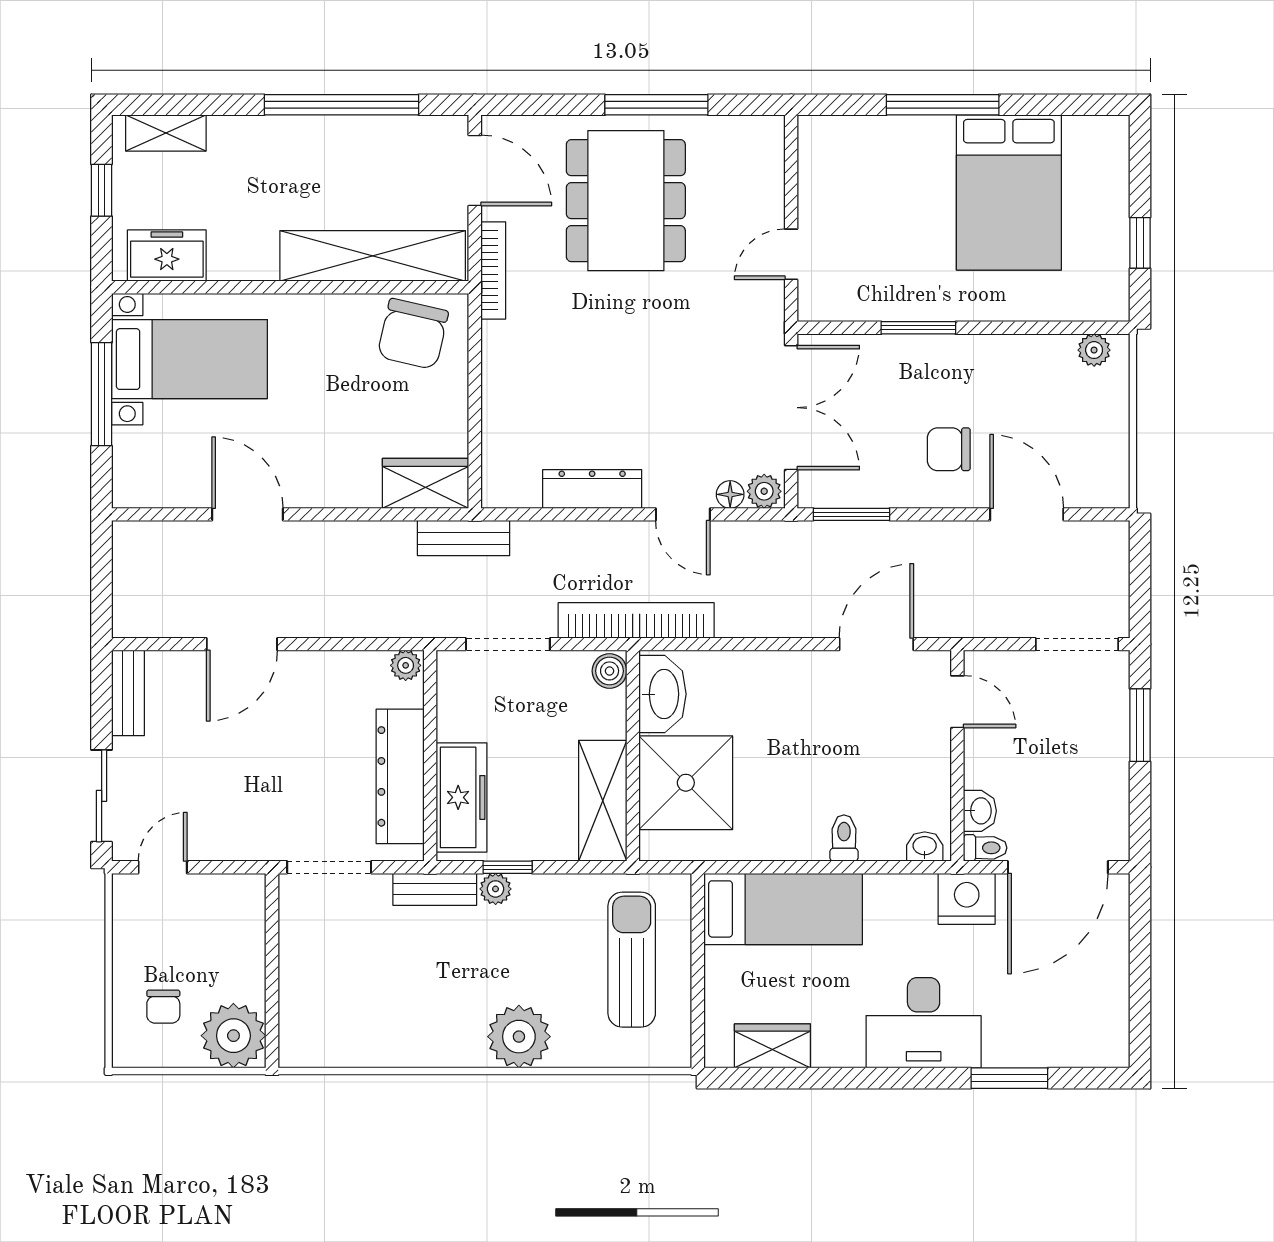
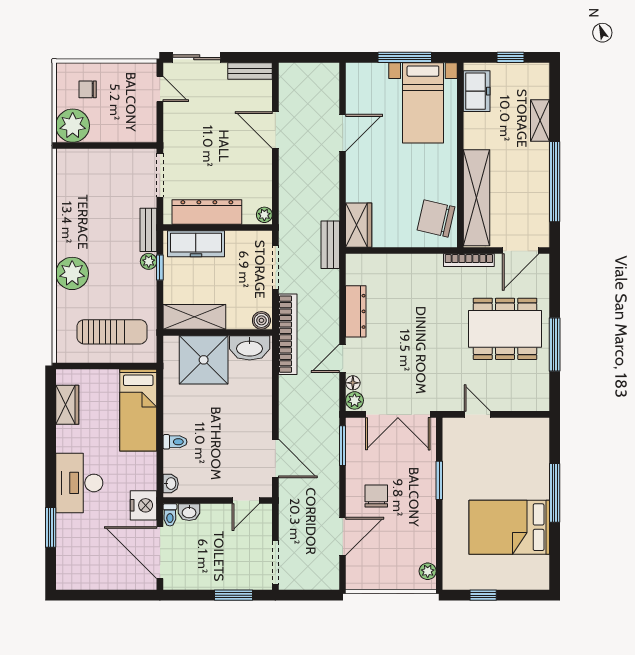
shelving: (166, 133) -> (540, 121), moved

